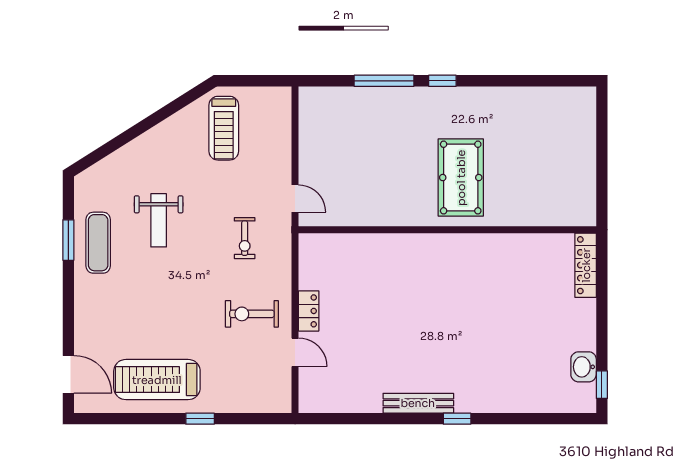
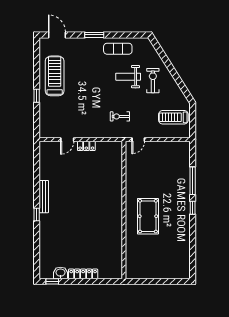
treadmill: (224, 128) -> (173, 117), moved
pool table: (461, 178) -> (148, 216), turned 90
window: (68, 240) -> (94, 35), moved
locker: (586, 265) -> (83, 274), moved
exercise bike: (252, 314) -> (153, 81), moved
door: (68, 374) -> (57, 35), swing flipped

